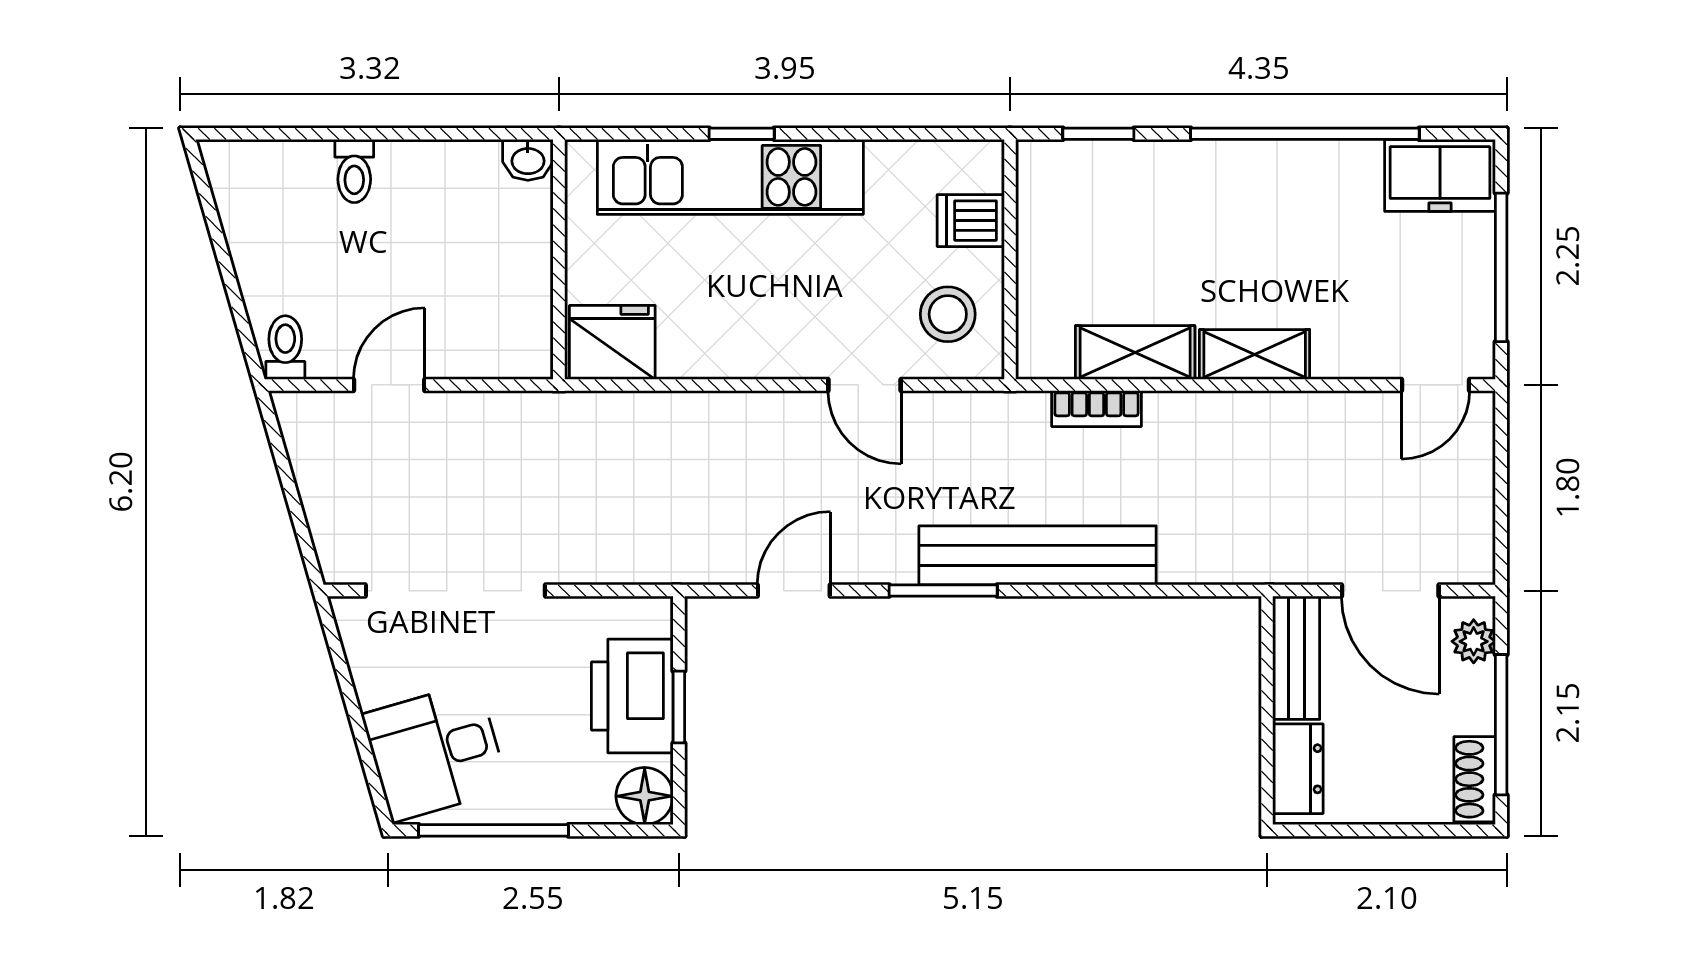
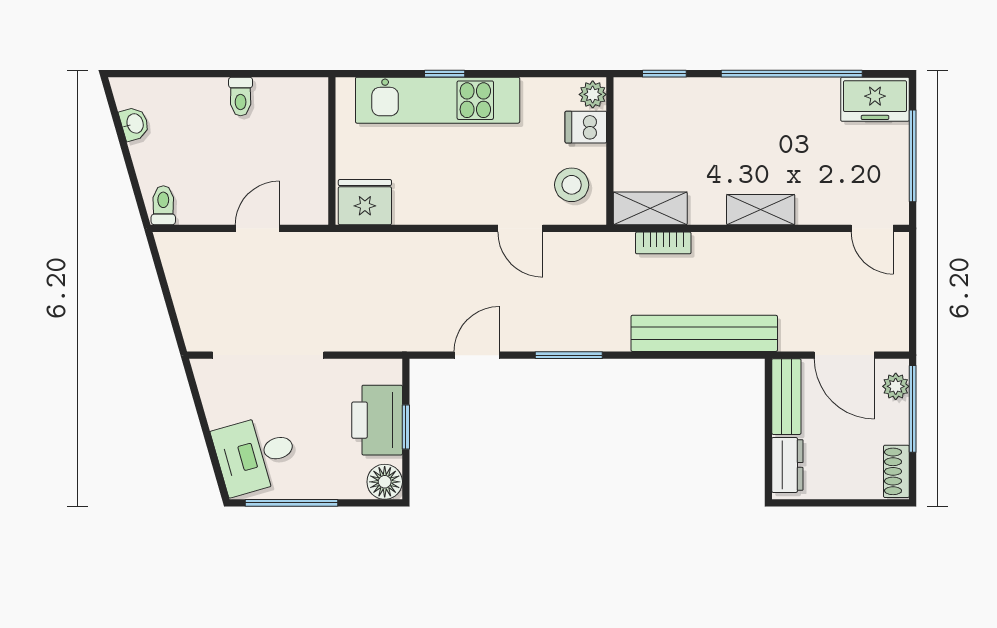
washbasin: (528, 160) -> (134, 124), moved, turned -106
plant: (982, 168) -> (593, 94), added
toilet: (354, 171) -> (241, 97), moved
shelving: (1135, 352) -> (650, 208), moved
door: (389, 385) -> (257, 228), moved
door: (1436, 385) -> (872, 228), hinge flipped
bench: (1038, 555) -> (704, 333), moved
window: (1501, 725) -> (913, 409), moved

